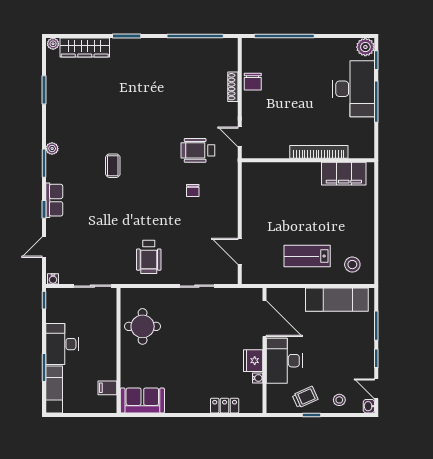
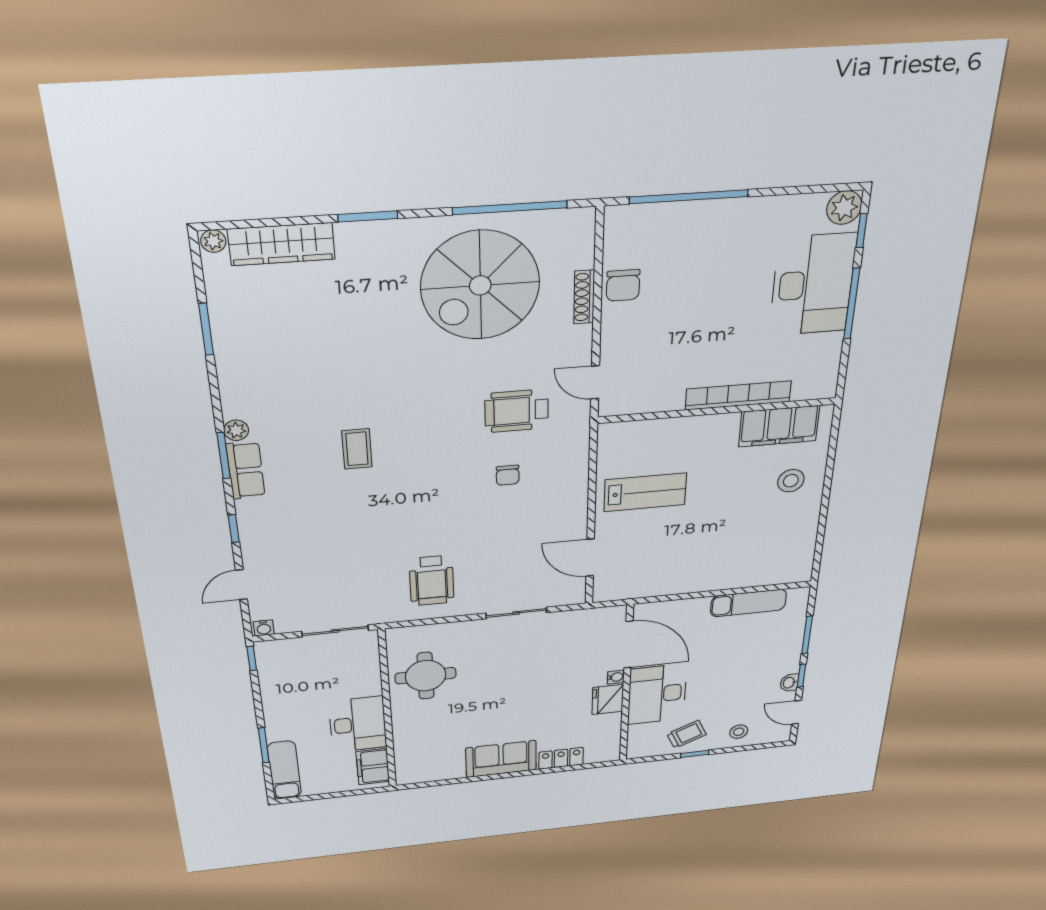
spiral stairs: (180, 76) -> (480, 285), added
row of seats: (54, 200) -> (246, 470), moved
lab bench: (307, 256) -> (645, 492), moved, turned 180
stool: (352, 265) -> (791, 481), moved
exam couch: (337, 300) -> (749, 603), width x0.73, depth x0.69
desk: (62, 344) -> (358, 724), moved, turned 180
water cooler: (258, 378) -> (616, 677), moved
filing cabinet: (107, 388) -> (373, 767), width x2.00
sofa: (142, 400) -> (501, 759), moved
washbasin: (369, 406) -> (789, 683), moved

